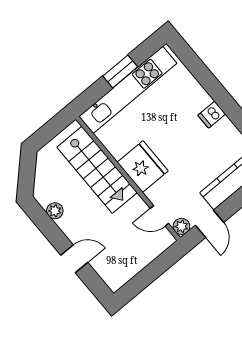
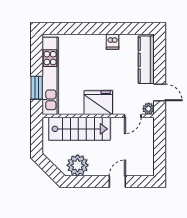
window: (120, 71) -> (37, 88), moved
dishwasher: (212, 115) -> (112, 42), moved
plant: (55, 211) -> (77, 165), width x1.87, depth x1.87

